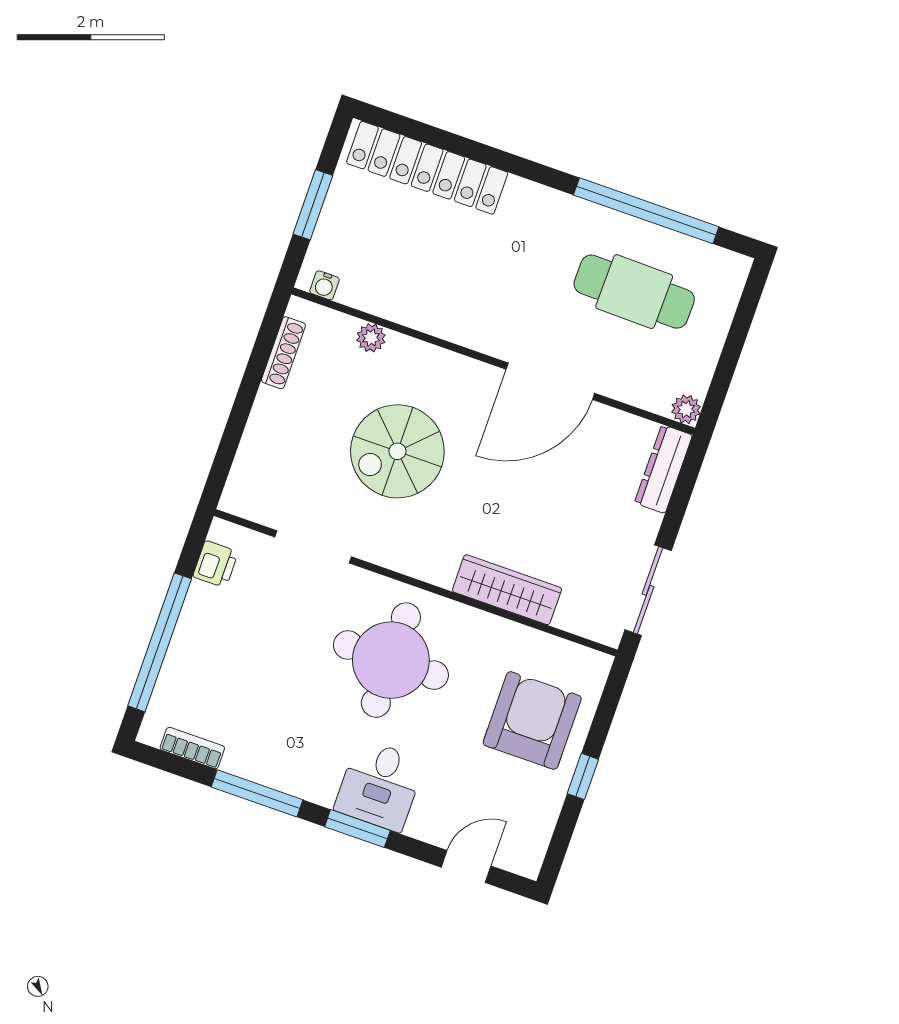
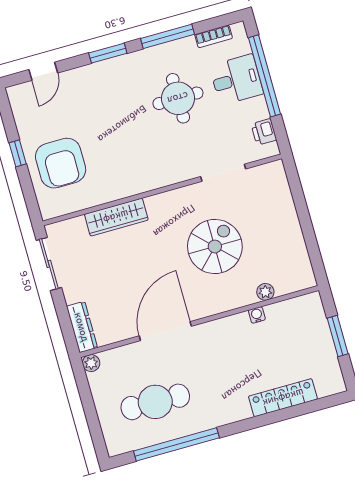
locker: (427, 168) -> (283, 398), width x0.71, depth x0.83
water cooler: (324, 285) -> (257, 315), moved
shoe rack: (283, 353) -> (302, 255), removed
round table: (391, 660) -> (178, 98), moved, width x0.73, depth x0.73
desk: (380, 785) -> (236, 80), moved, turned 90

